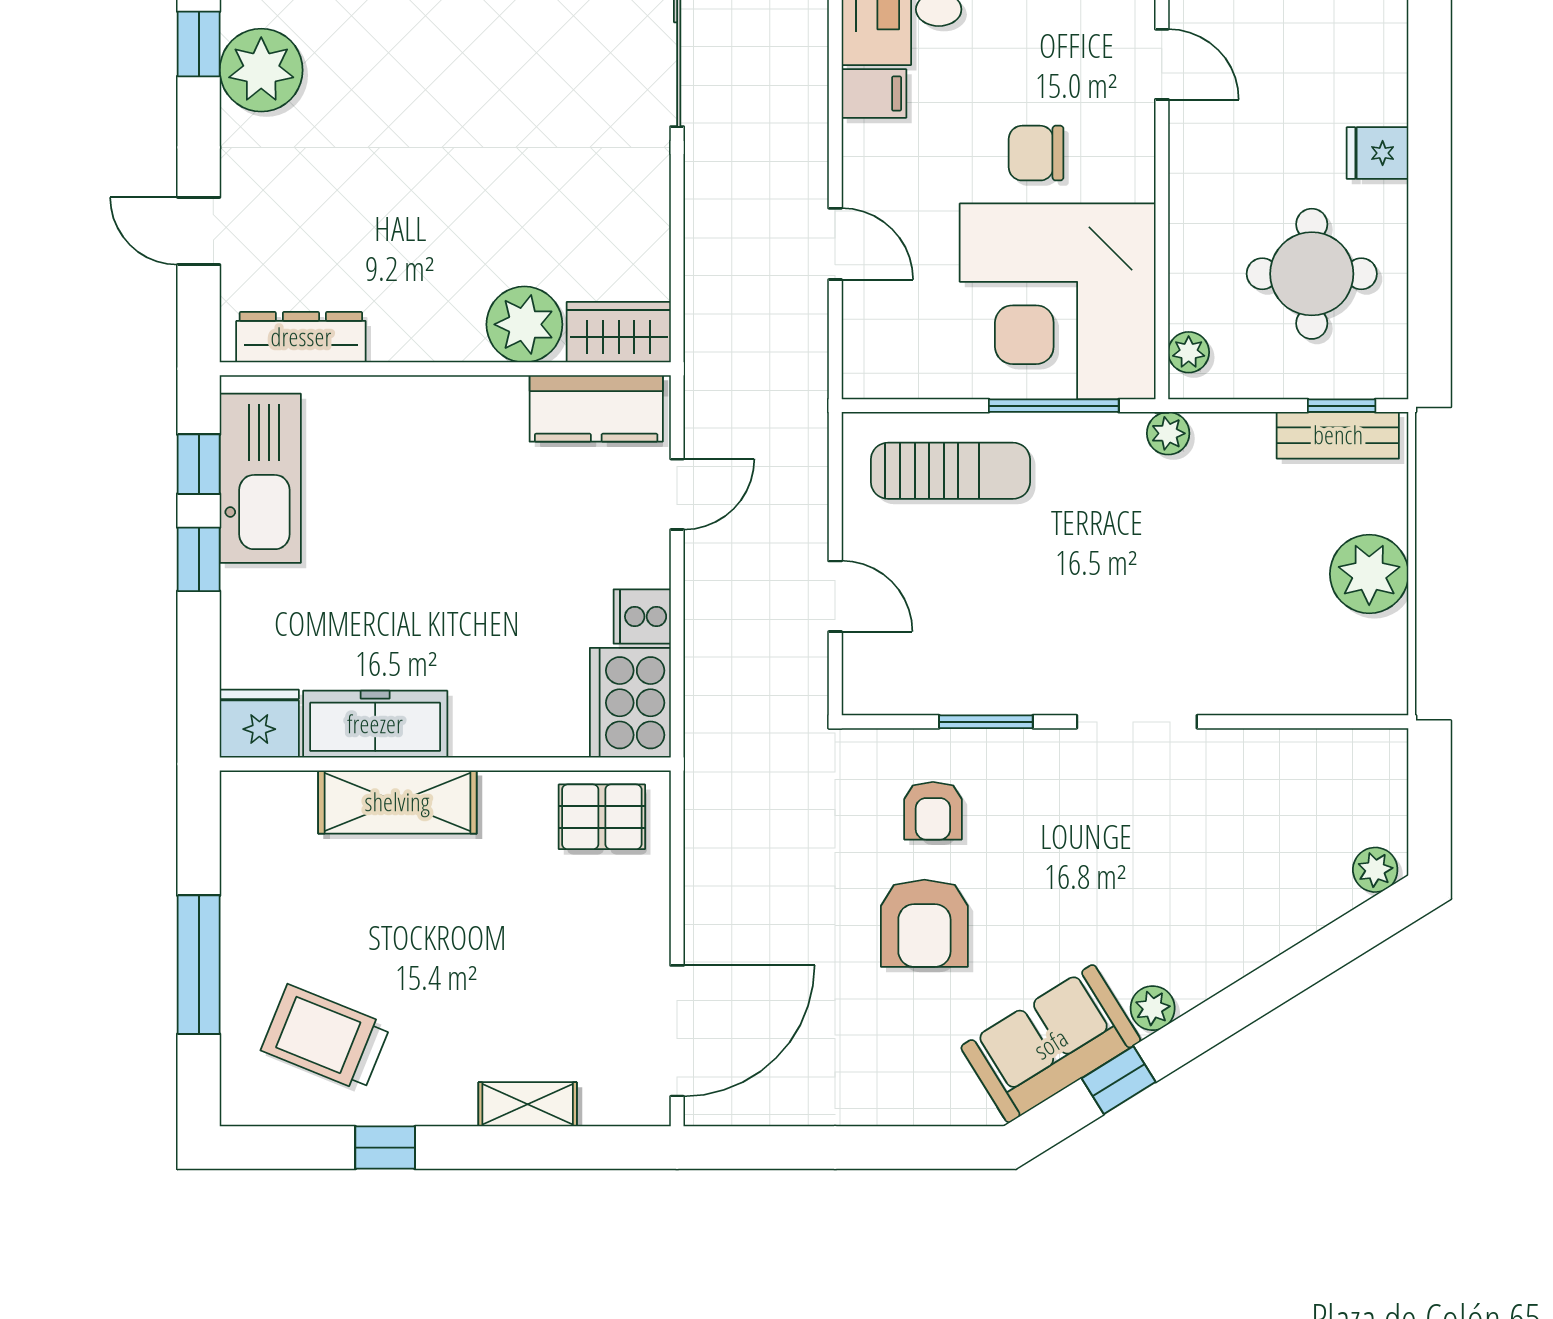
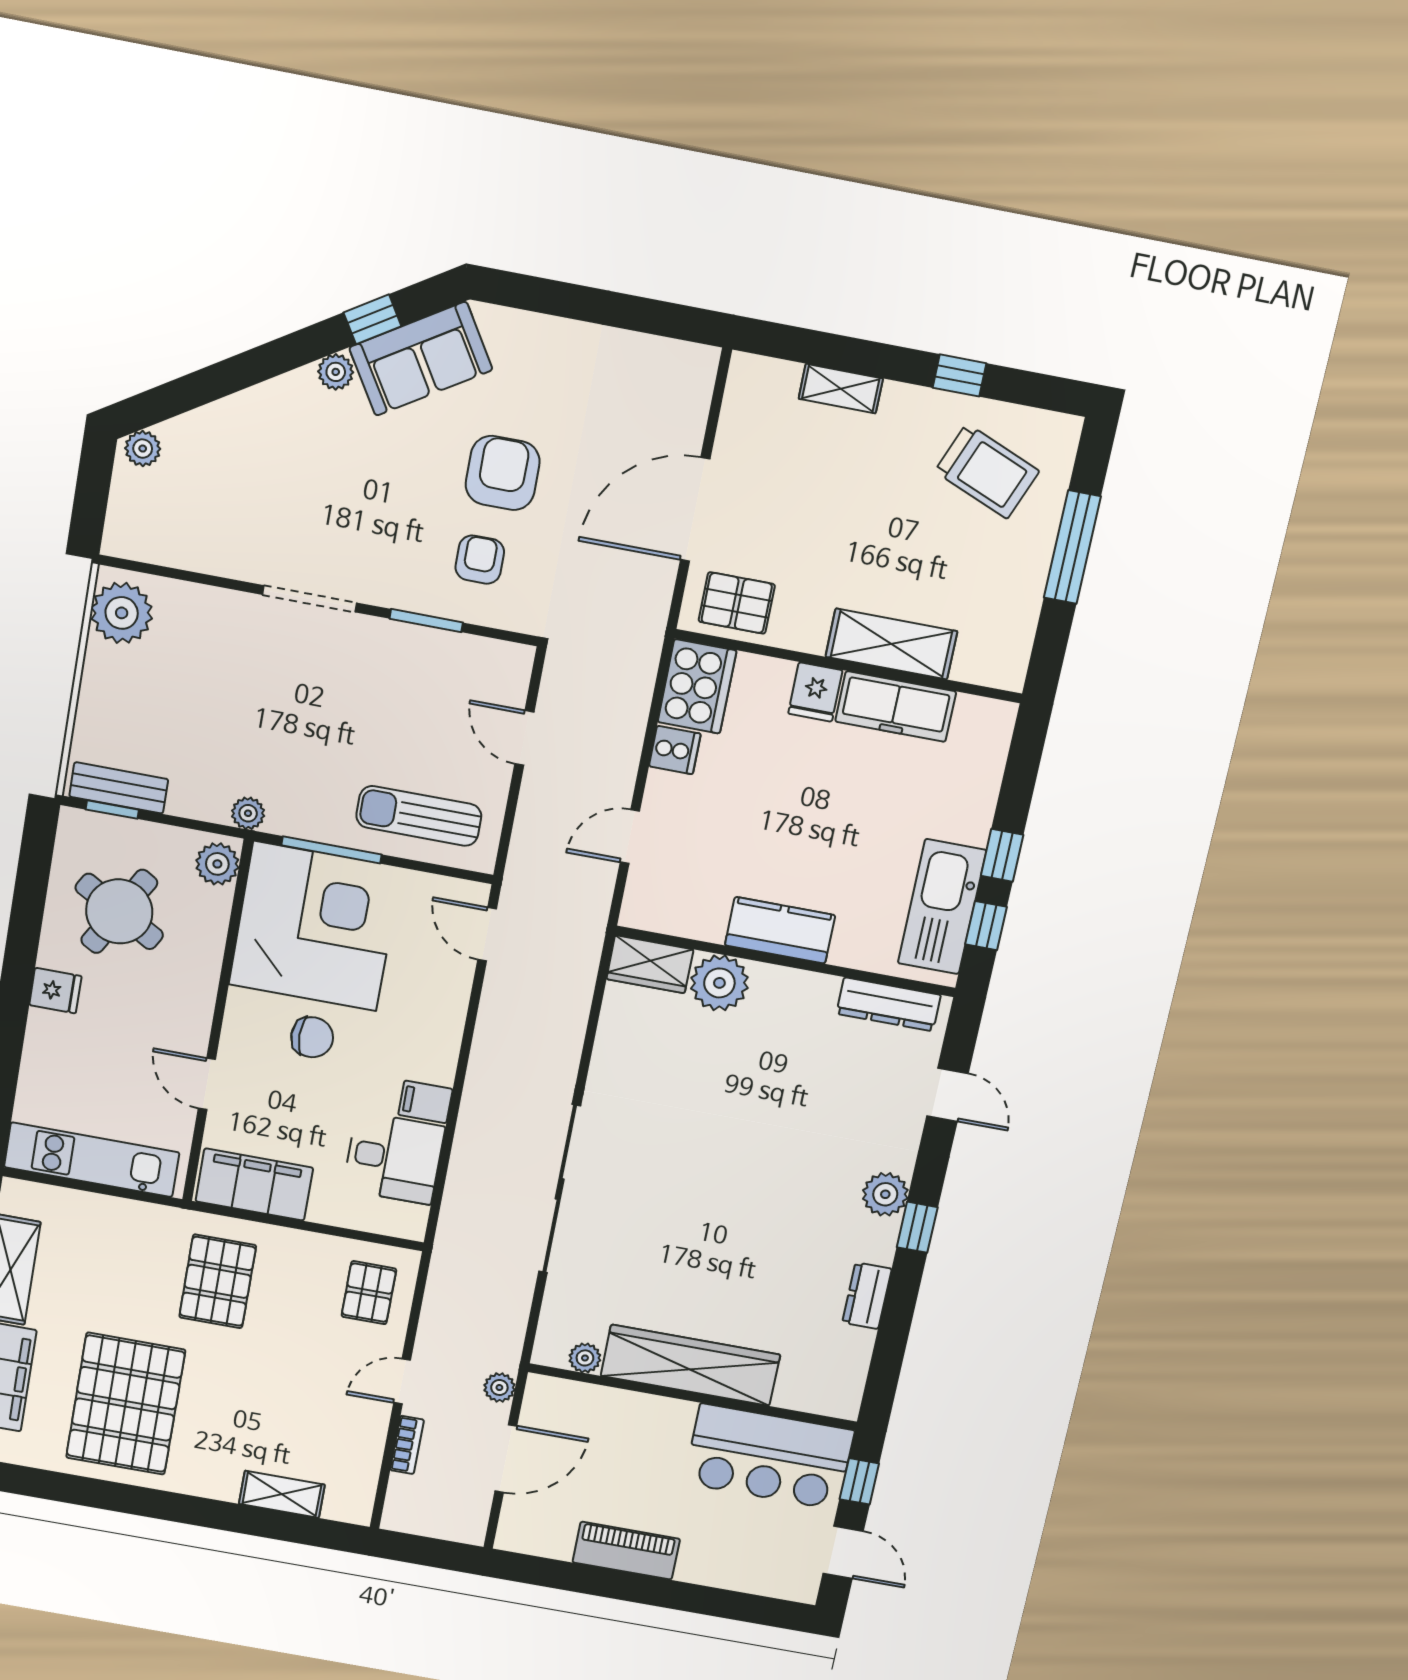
plant: (261, 70) -> (885, 1194), width x0.73, depth x0.73
door: (835, 244) -> (487, 934), moved
round table: (1312, 274) -> (119, 911), turned 30
plant: (1189, 352) -> (217, 864), width x1.38, depth x1.38
kitchen counter: (596, 408) -> (780, 930), moved
plant: (1369, 574) -> (122, 613), moved
fridge: (259, 724) -> (815, 692), moved, width x0.72
door: (677, 1031) -> (695, 509), moved

